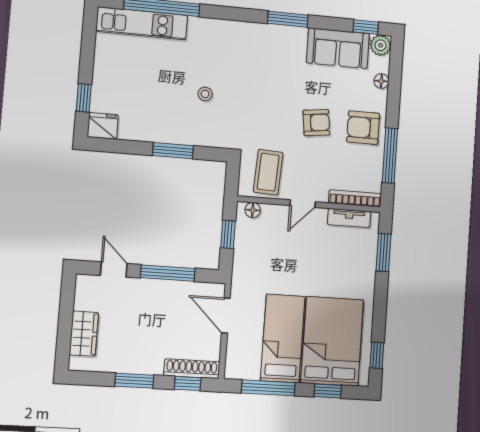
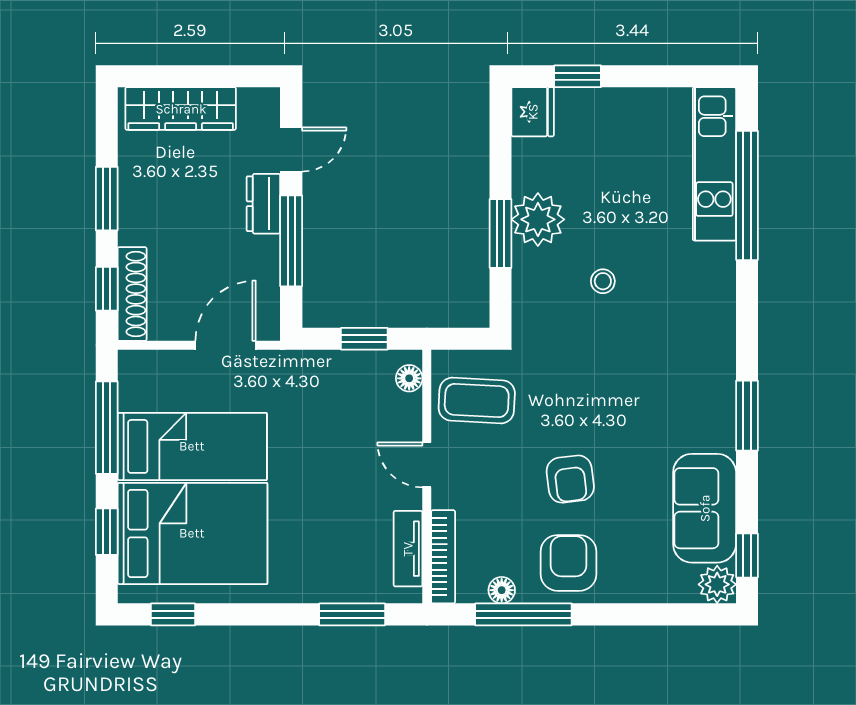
floor lamp: (381, 81) -> (502, 590), moved
plant: (166, 128) -> (538, 219), added
dresser: (145, 288) -> (263, 204), added
wardrobe: (84, 334) -> (181, 109), width x1.50

